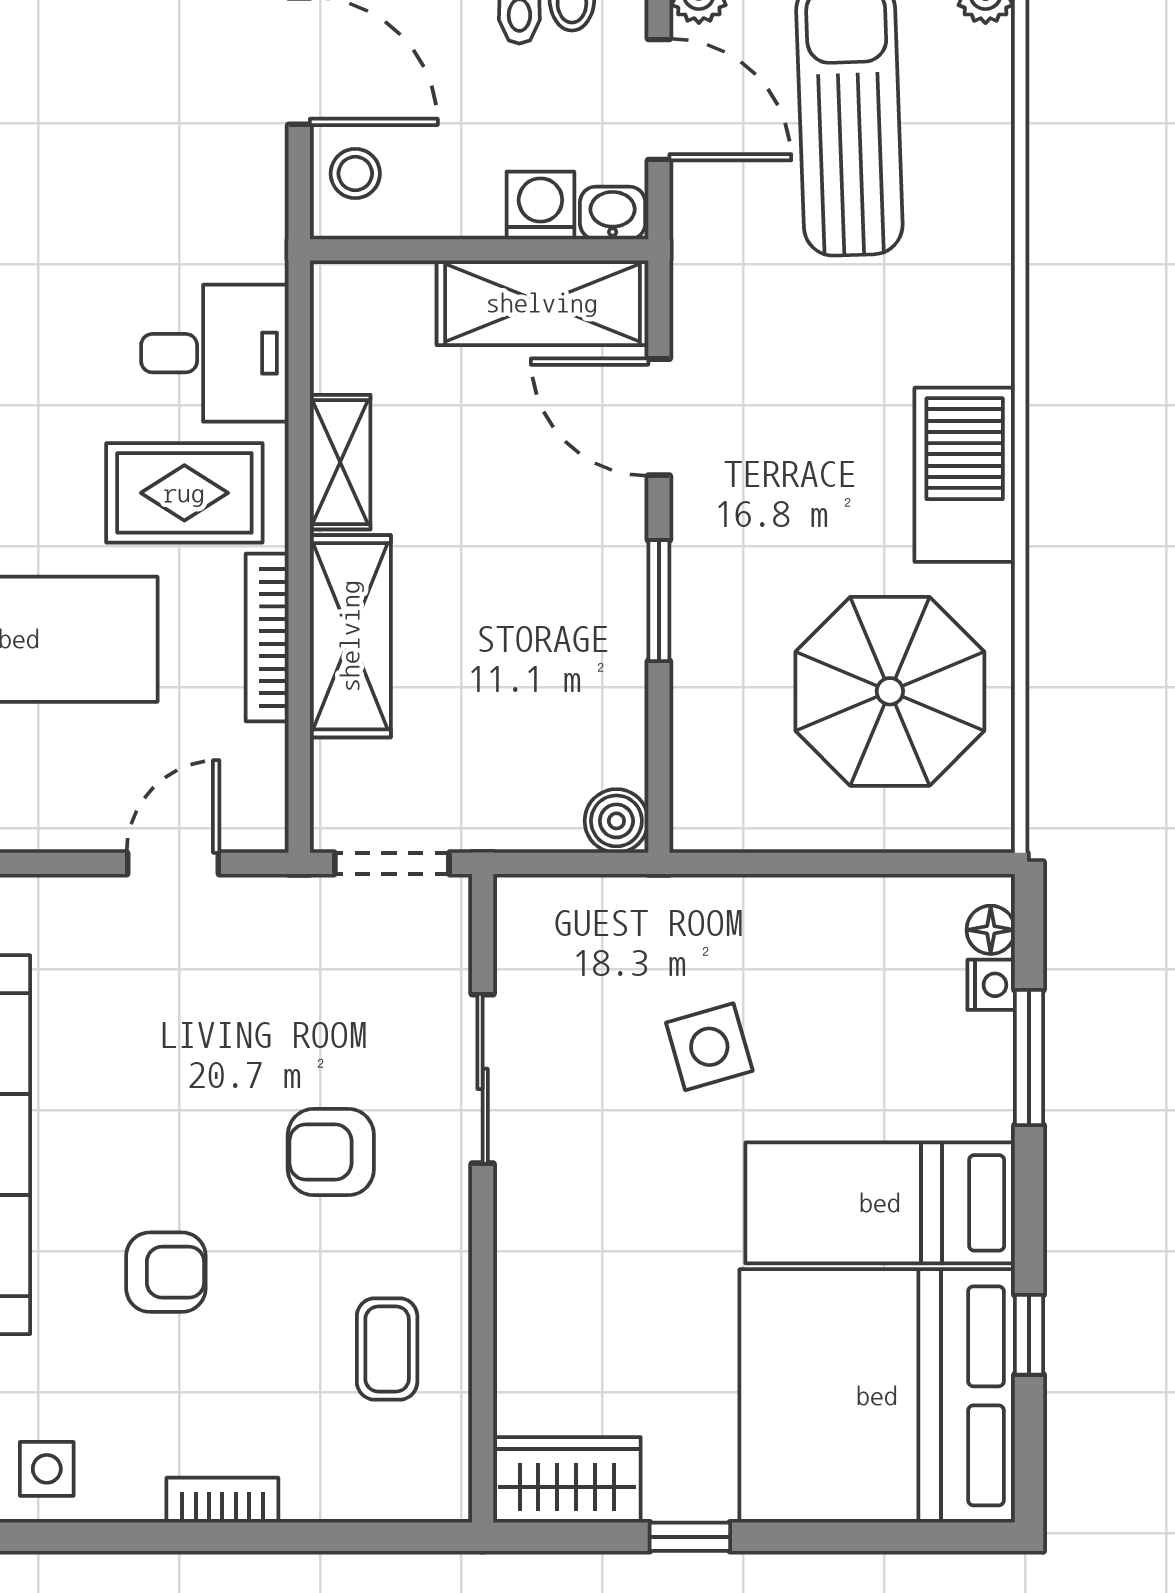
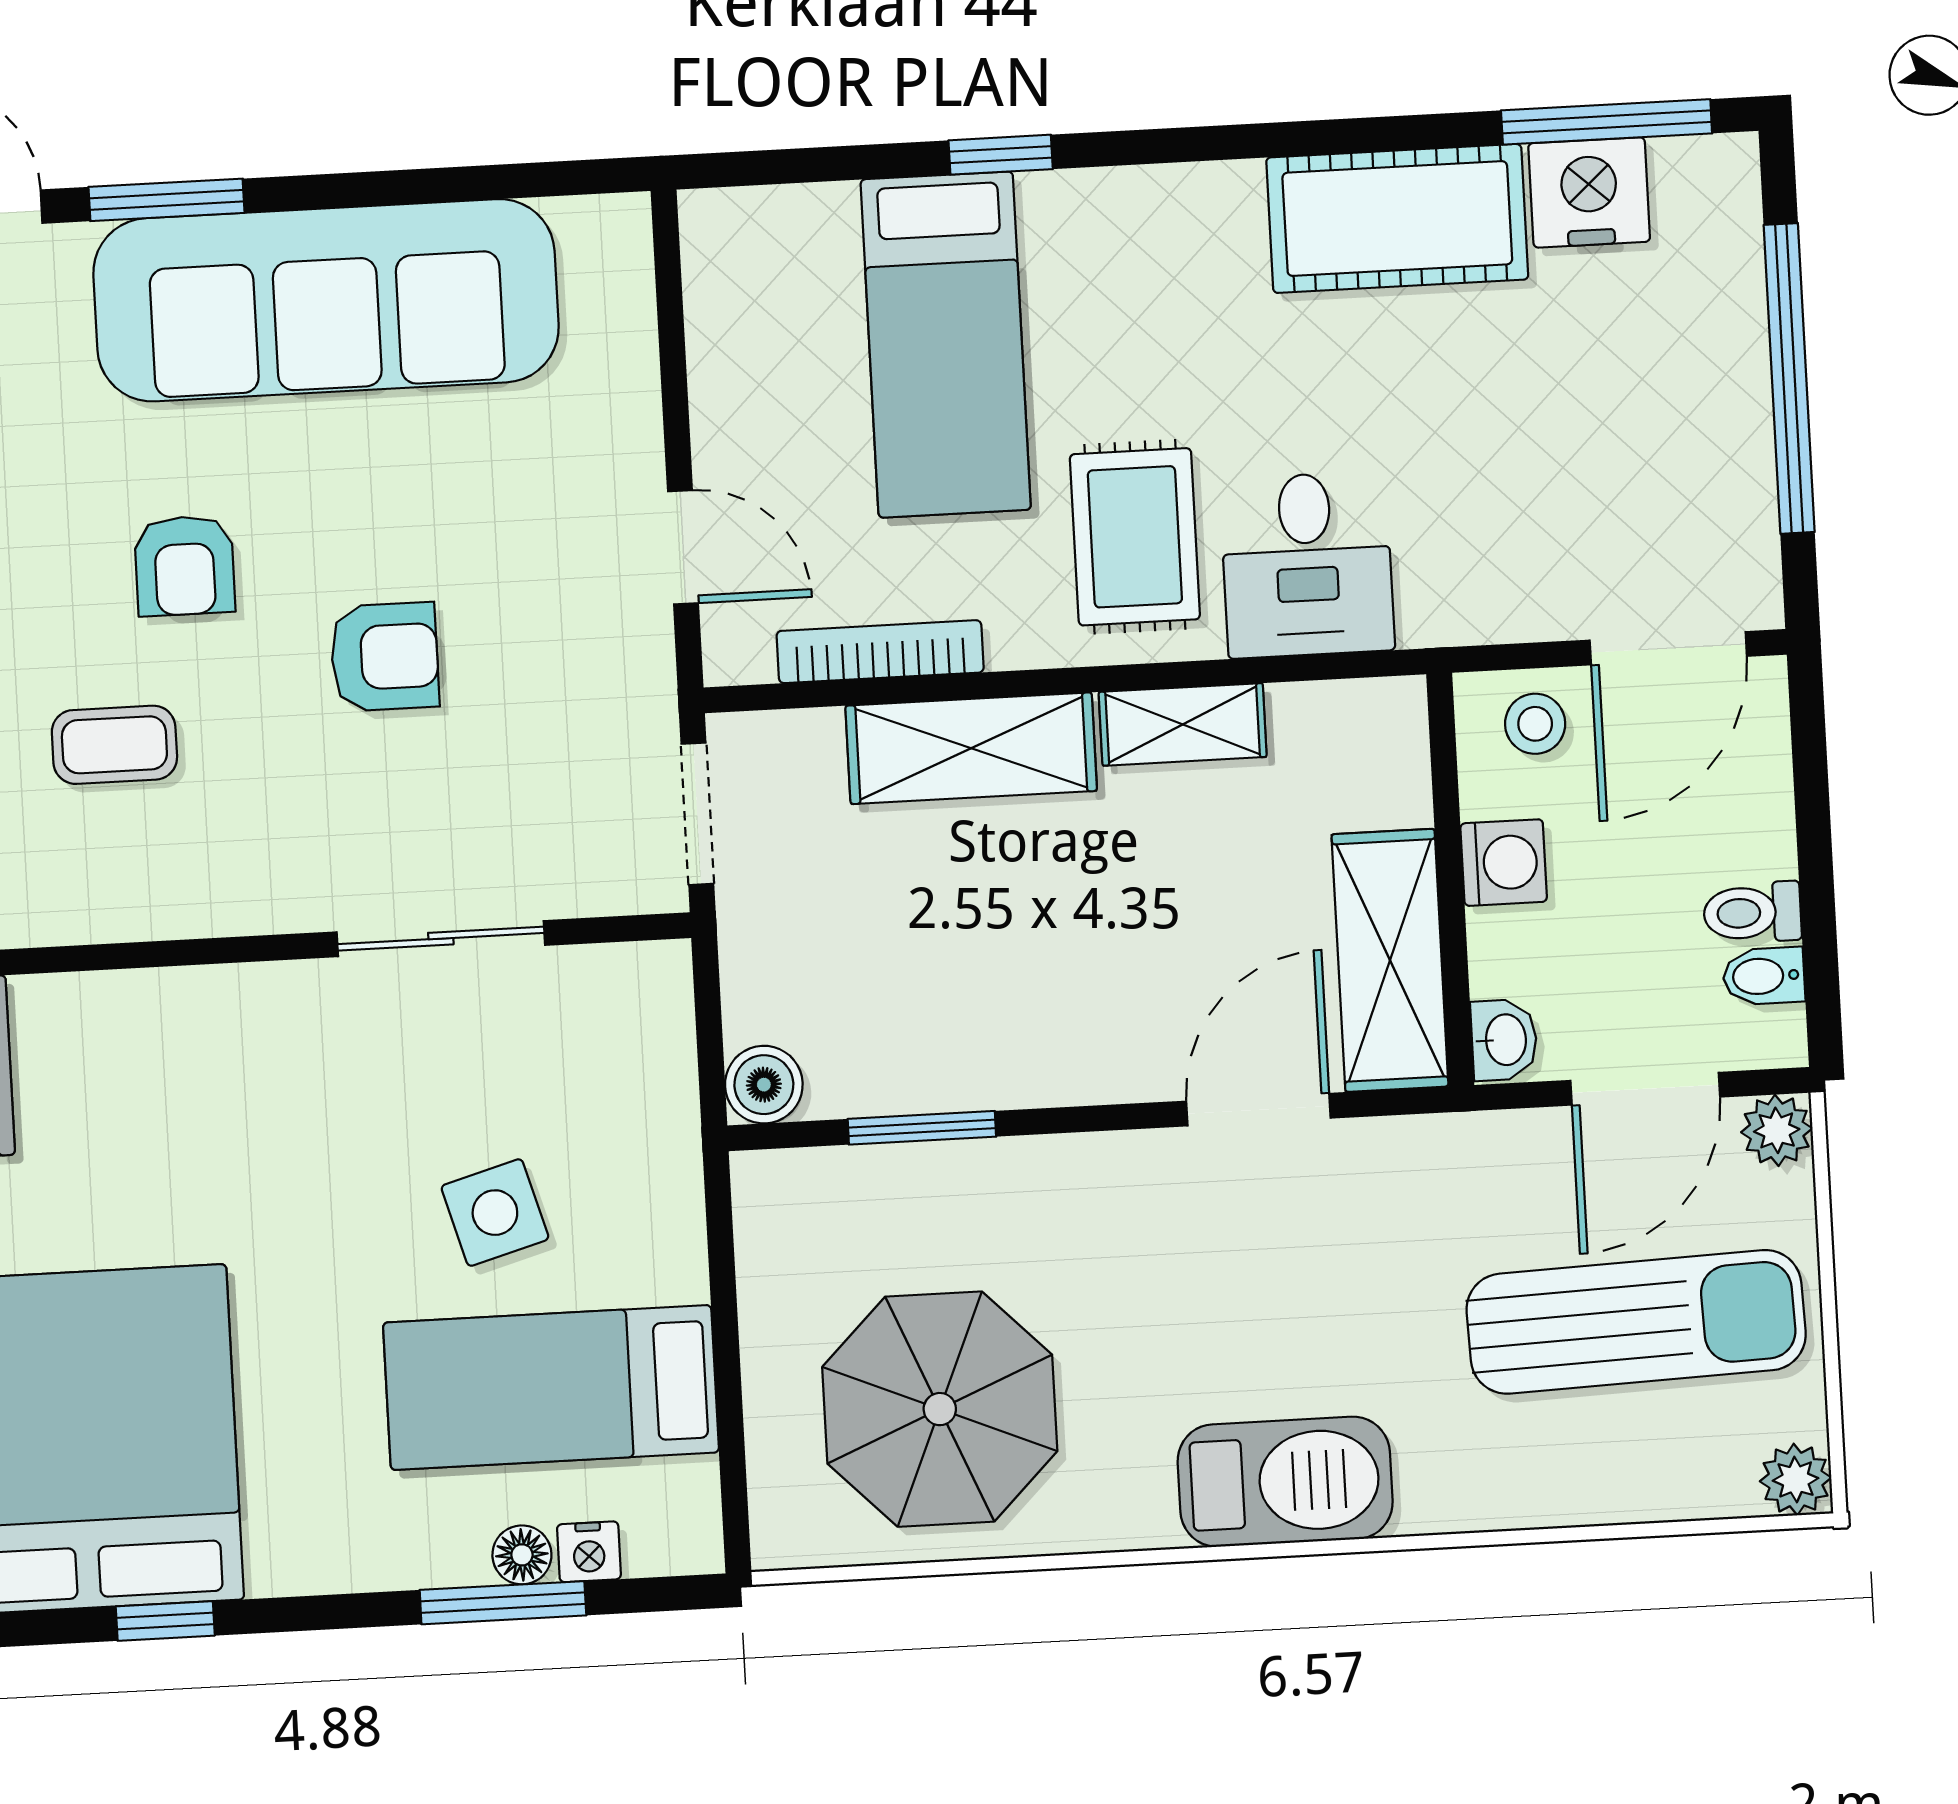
washing machine: (540, 205) -> (1504, 863), moved
barbecue: (965, 475) -> (1285, 1482), moved
window: (659, 601) -> (922, 1128), moved
bookcase: (267, 638) -> (880, 652), moved
floor lamp: (991, 930) -> (522, 1555), moved
armchair: (331, 1152) -> (385, 657), moved, turned 90
bed: (880, 1203) -> (551, 1388), moved, turned -90
coffee table: (387, 1349) -> (114, 745), moved

